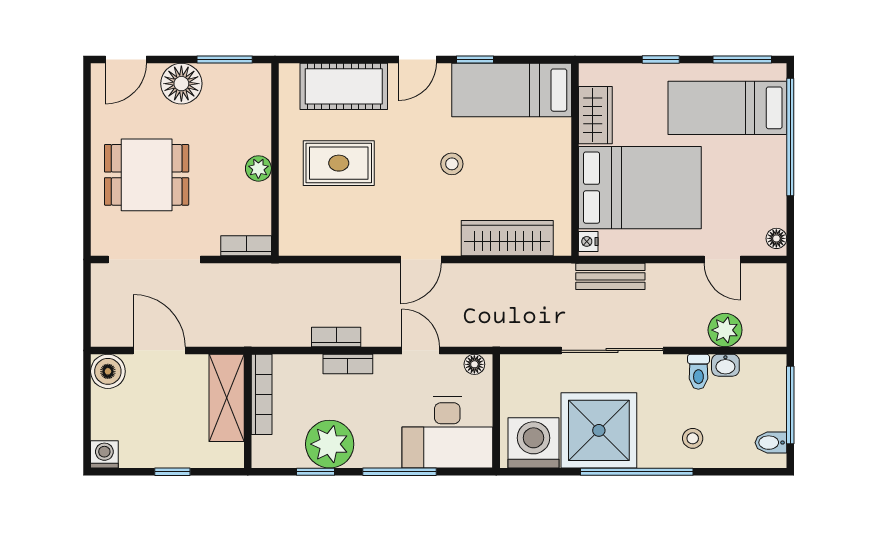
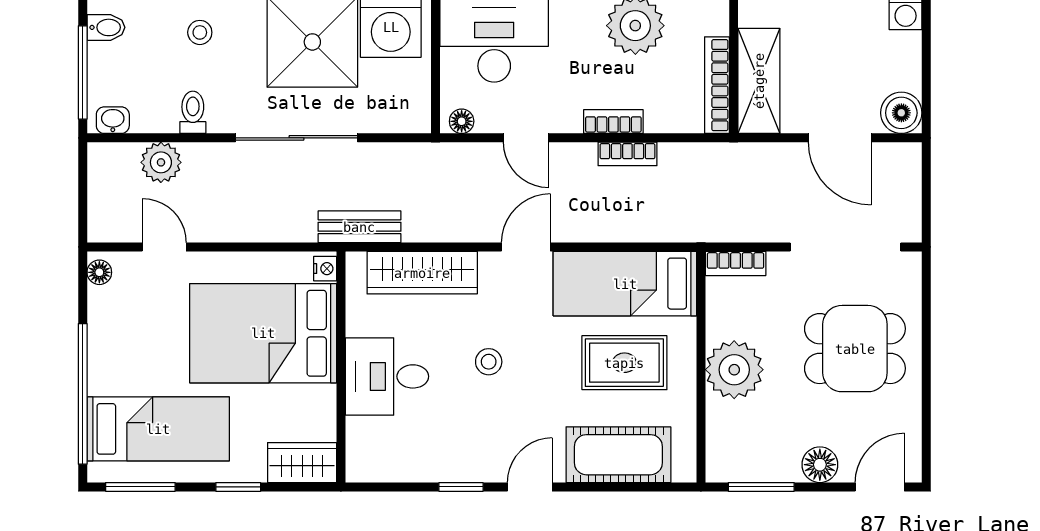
floor lamp: (181, 84) -> (820, 465), width x0.73, depth x0.73
bed: (512, 90) -> (625, 284), moved, turned 180
wardrobe: (595, 115) -> (302, 463), moved, turned 90
desk: (537, 152) -> (387, 376), added
plant: (258, 168) -> (734, 370), width x1.88, depth x1.88
bench: (610, 276) -> (359, 227), moved
washbasin: (725, 365) -> (113, 120), moved

